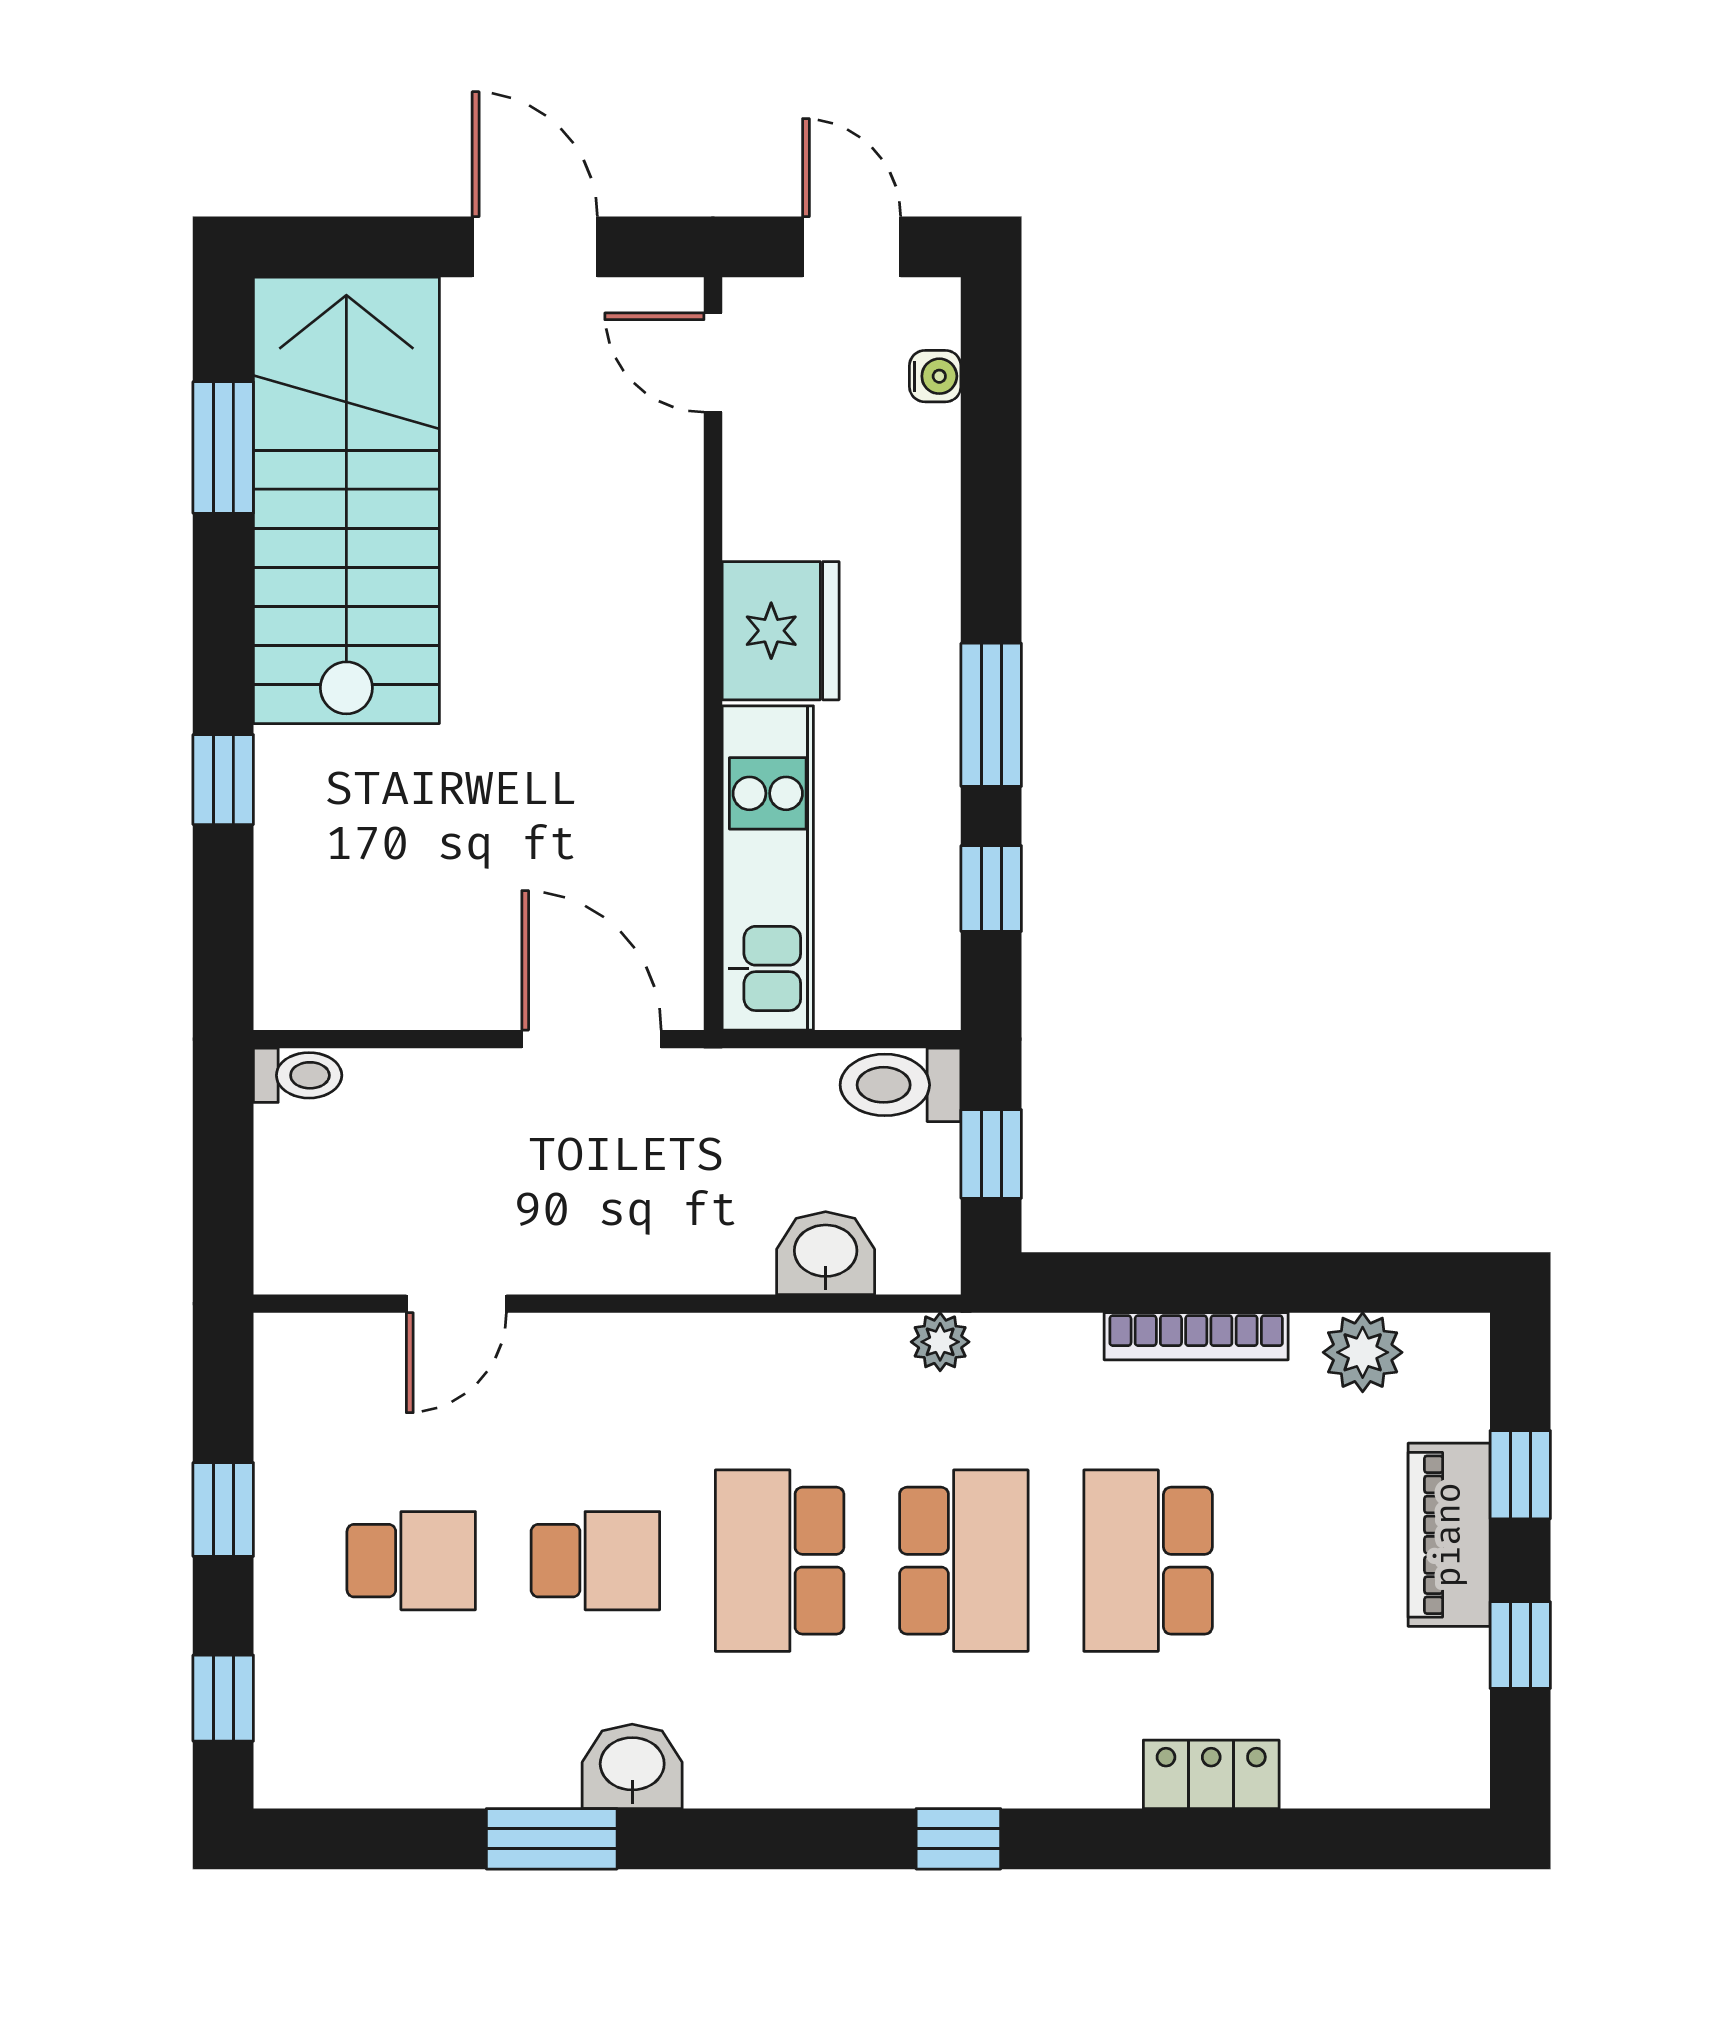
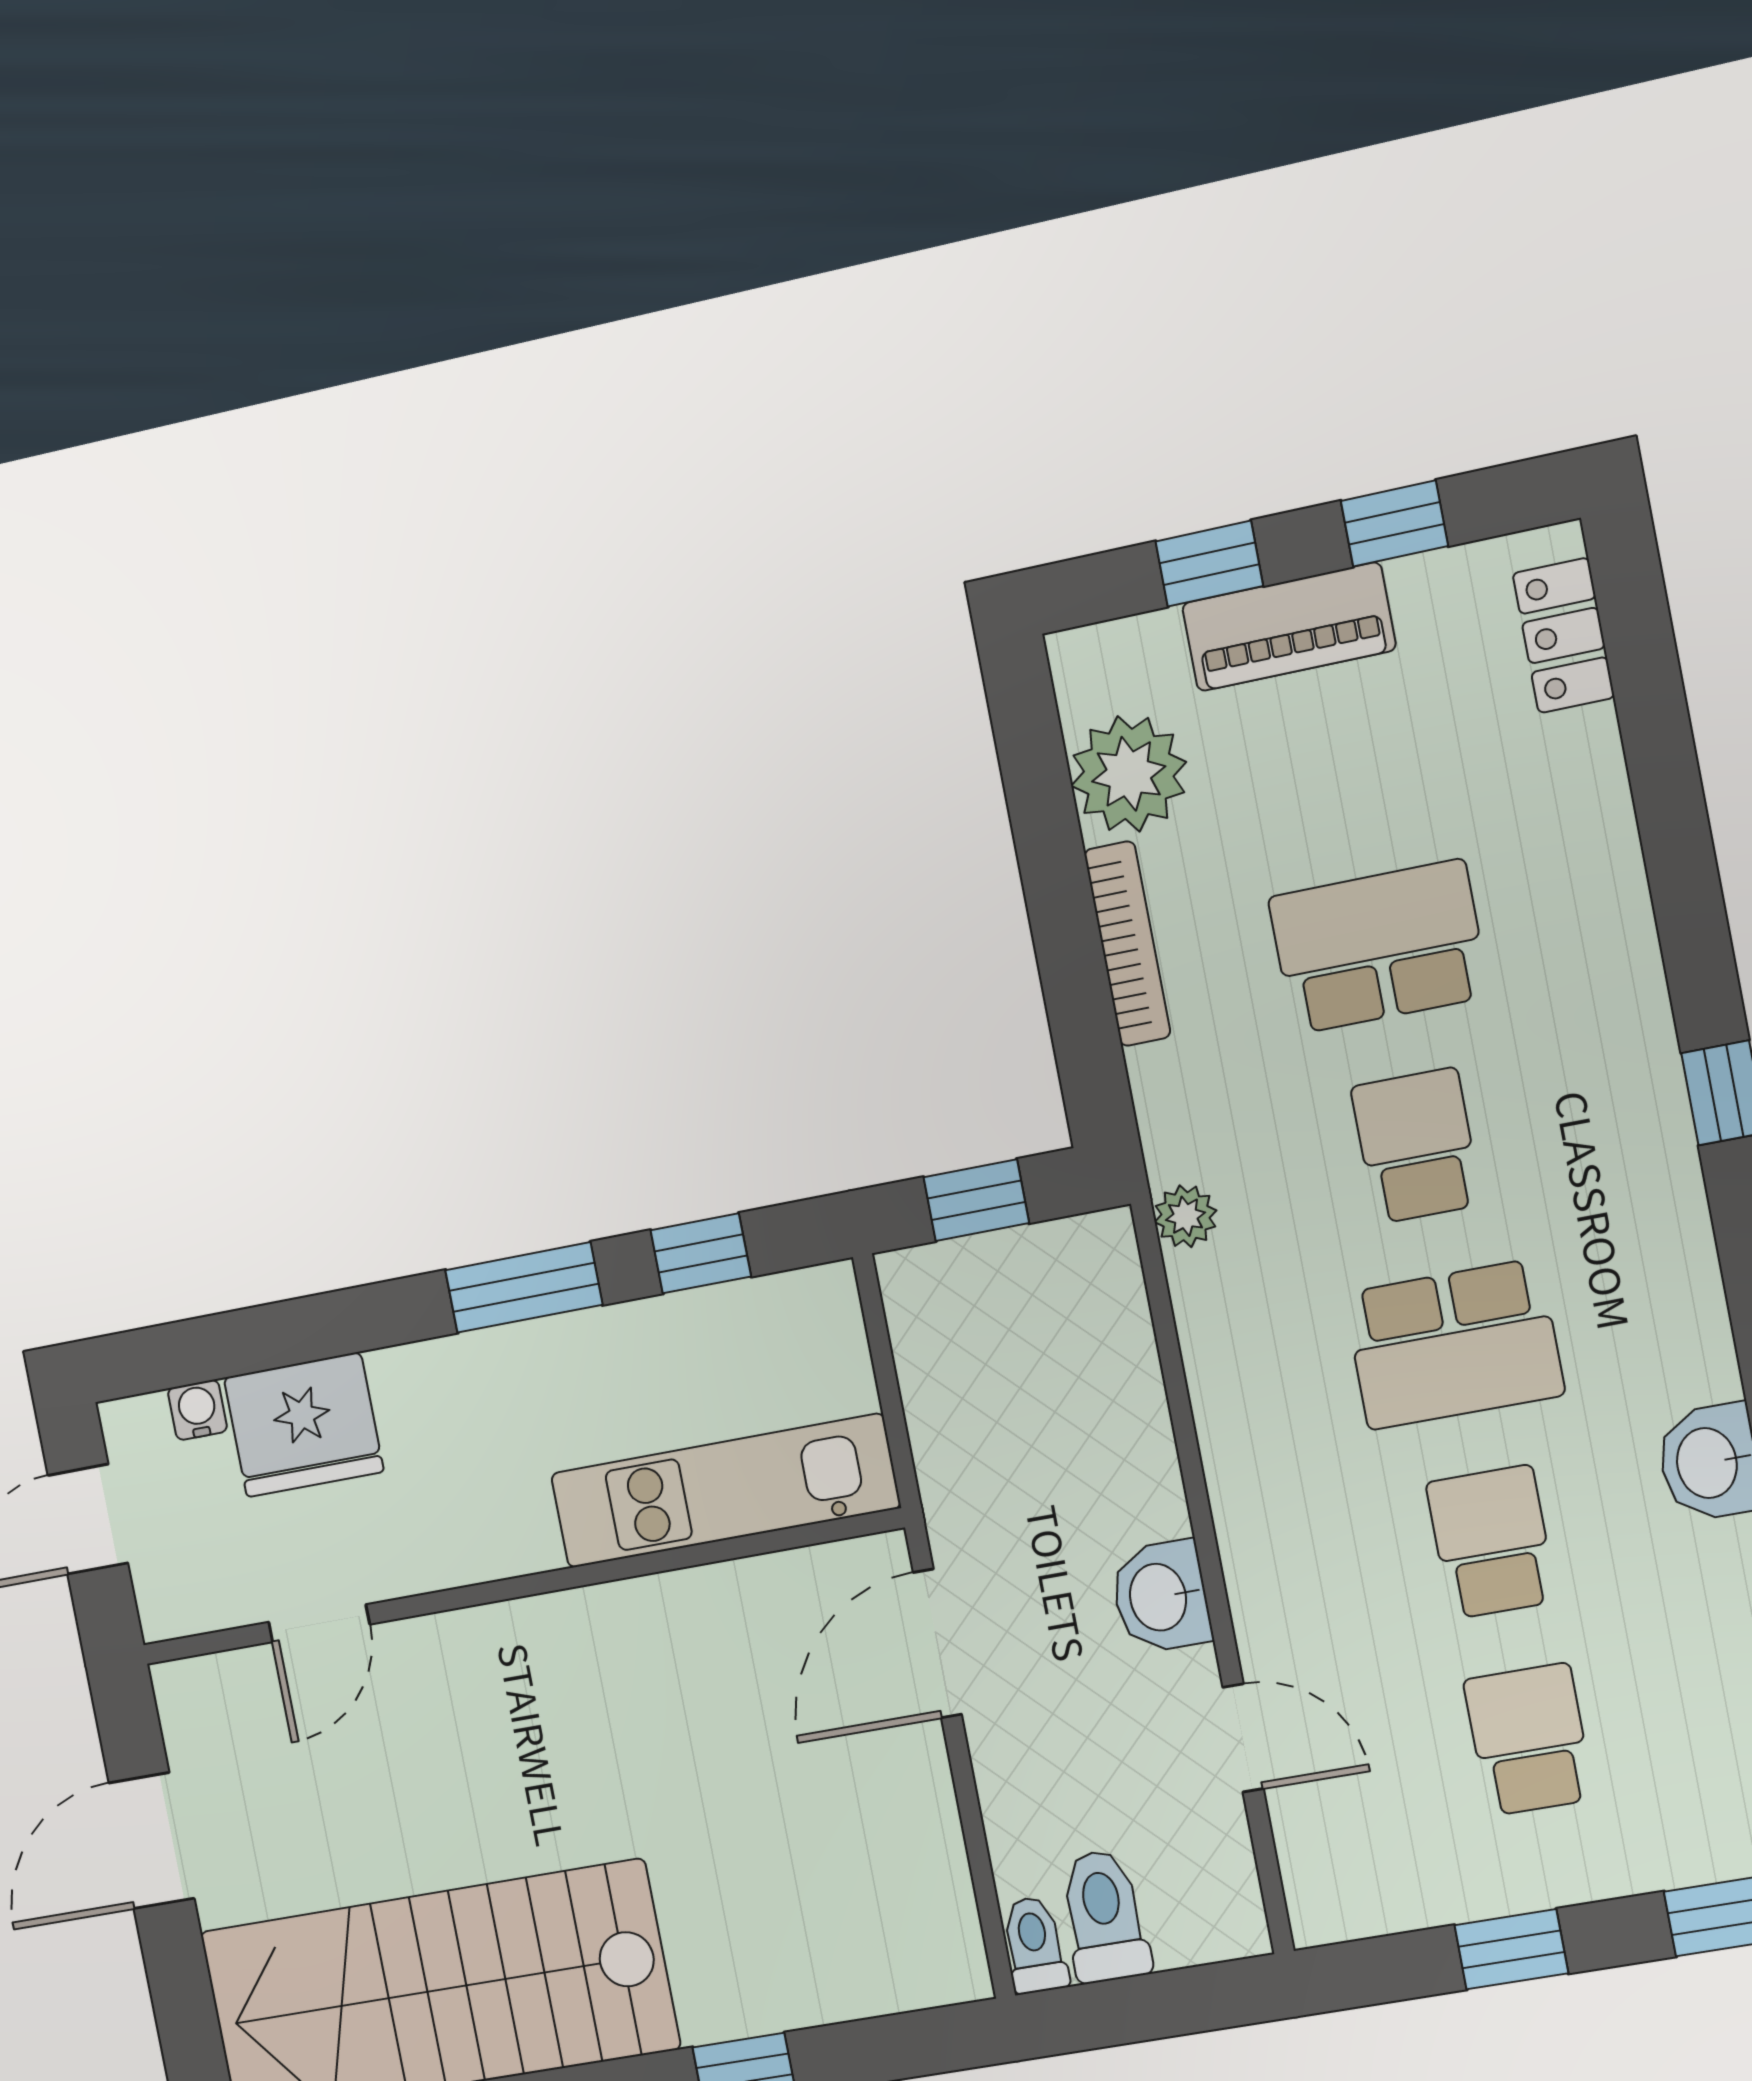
door: (713, 362) -> (319, 1623), moved
fridge: (781, 631) -> (304, 1425), moved, turned 180
toilet: (901, 1085) -> (1104, 1916), moved, turned 180
washbasin: (826, 1253) -> (1161, 1597), moved
plant: (1363, 1352) -> (1129, 774), width x1.36, depth x1.36
school desk: (964, 1561) -> (1416, 1146), width x0.54
school desk: (1148, 1561) -> (1379, 947), turned 180
locker: (1211, 1774) -> (1563, 635), moved

